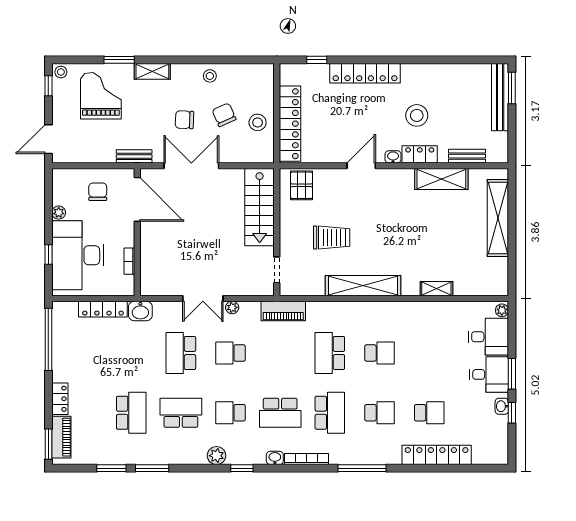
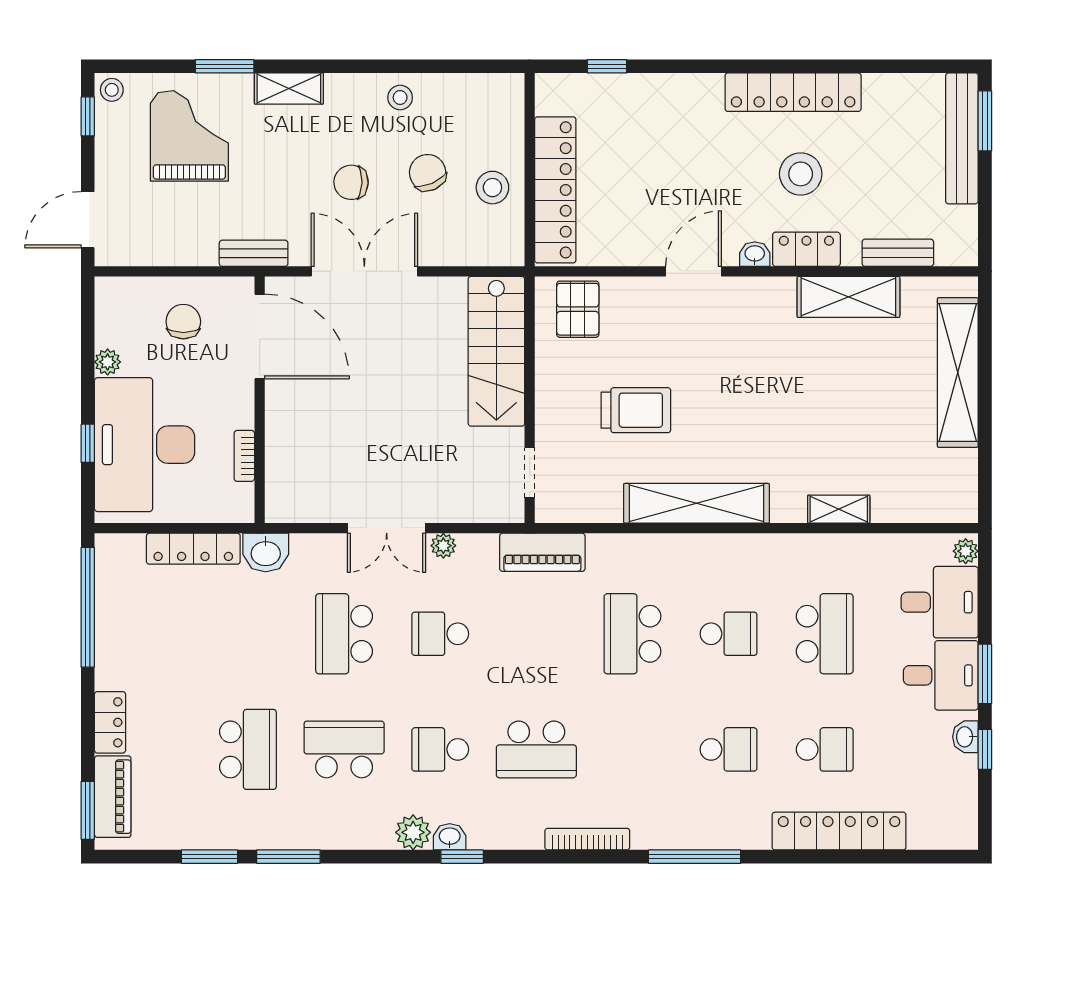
locker: (365, 73) -> (793, 92), moved
school desk: (330, 413) -> (825, 634), moved
washbasin: (275, 458) -> (450, 837), moved

